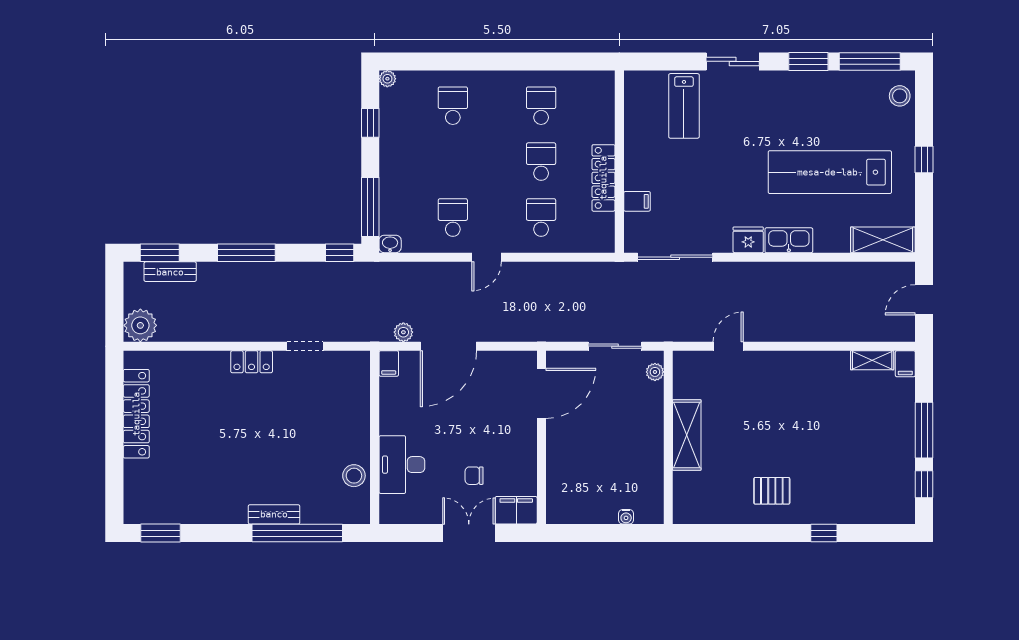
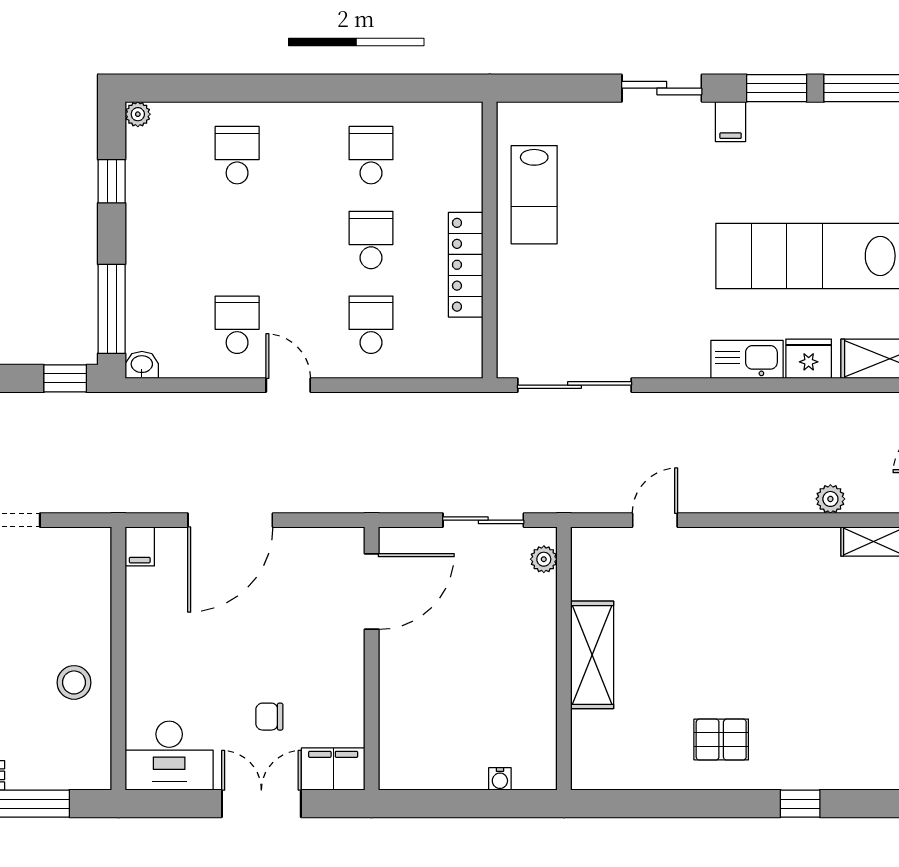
lab bench: (684, 106) -> (534, 195), moved
filing cabinet: (637, 201) -> (731, 122), moved, turned 90
fridge: (748, 240) -> (809, 359), moved
door: (487, 257) -> (288, 385), swing flipped
plant: (403, 332) -> (830, 499), moved
desk: (402, 465) -> (169, 756), moved, turned -90
stool: (354, 476) -> (74, 682), moved

